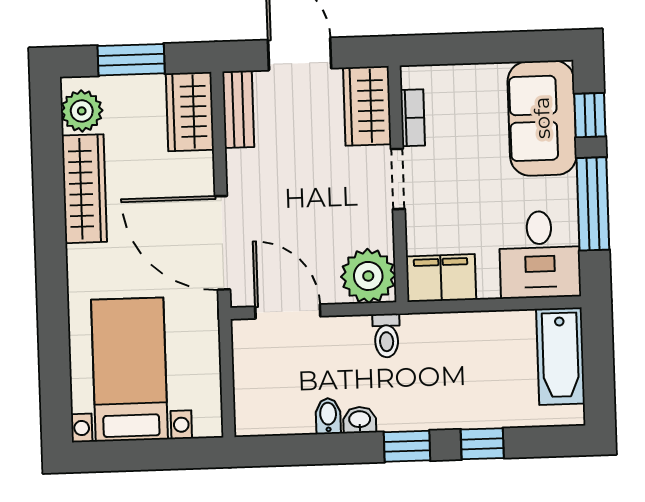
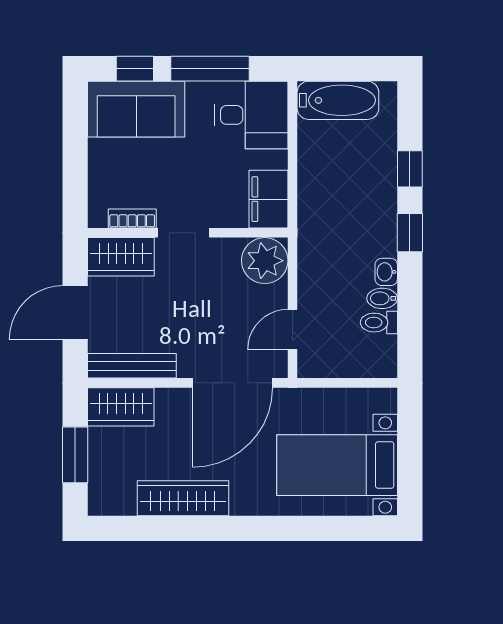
bench: (238, 109) -> (132, 366), width x1.36
plant: (82, 111) -> (117, 498), removed
door: (288, 311) -> (293, 330), width x0.73
toilet: (386, 336) -> (379, 323), moved, turned 180

